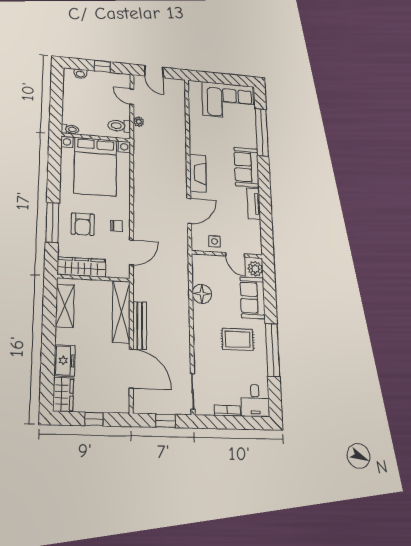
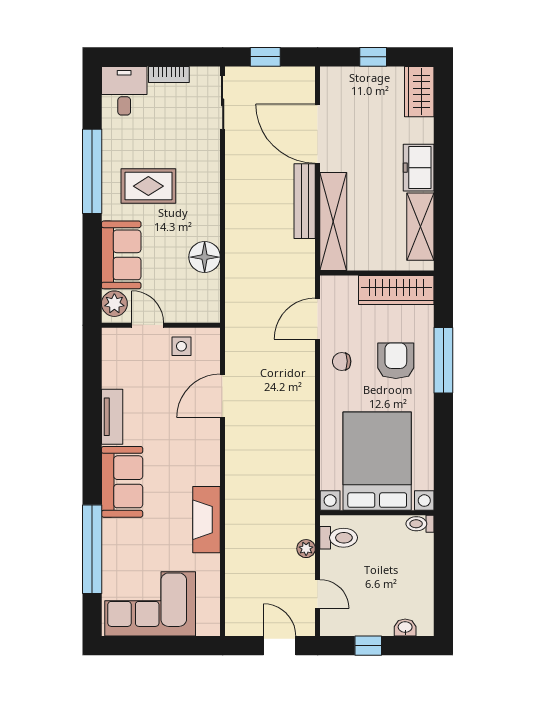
fireplace: (198, 173) -> (207, 520), moved
freezer: (65, 361) -> (419, 168), moved

